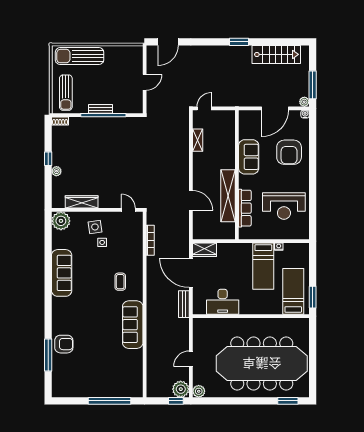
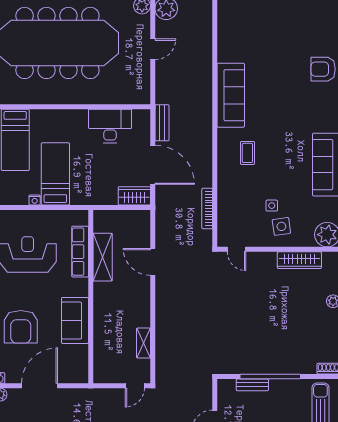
bench: (101, 109) -> (252, 385), moved
armchair: (289, 152) -> (21, 327), turned 180
shelving: (228, 196) -> (103, 257), width x0.68

